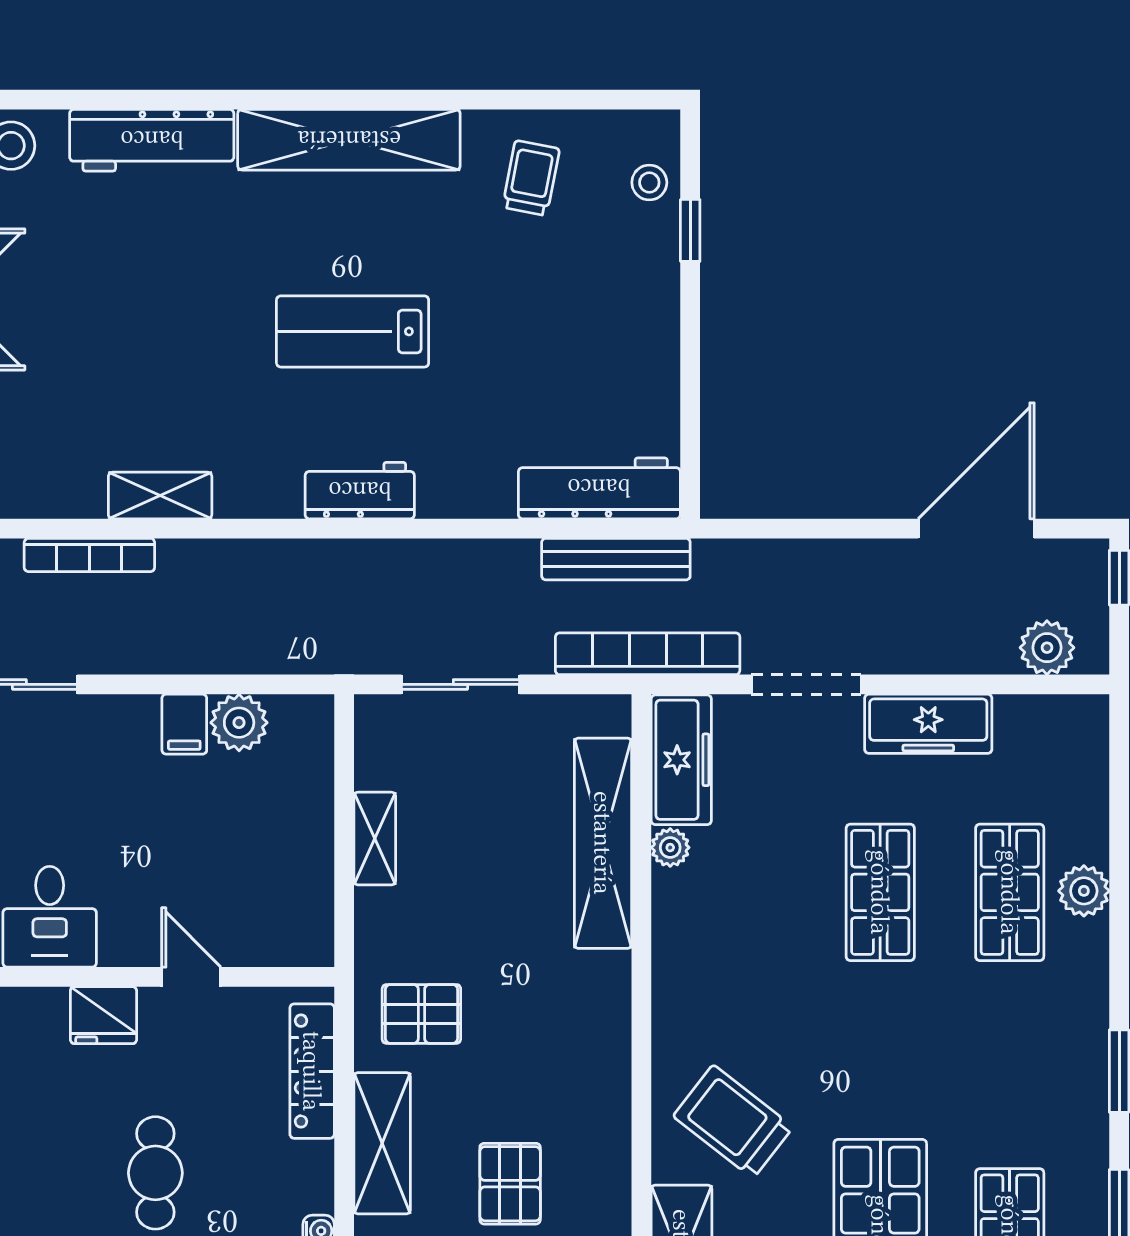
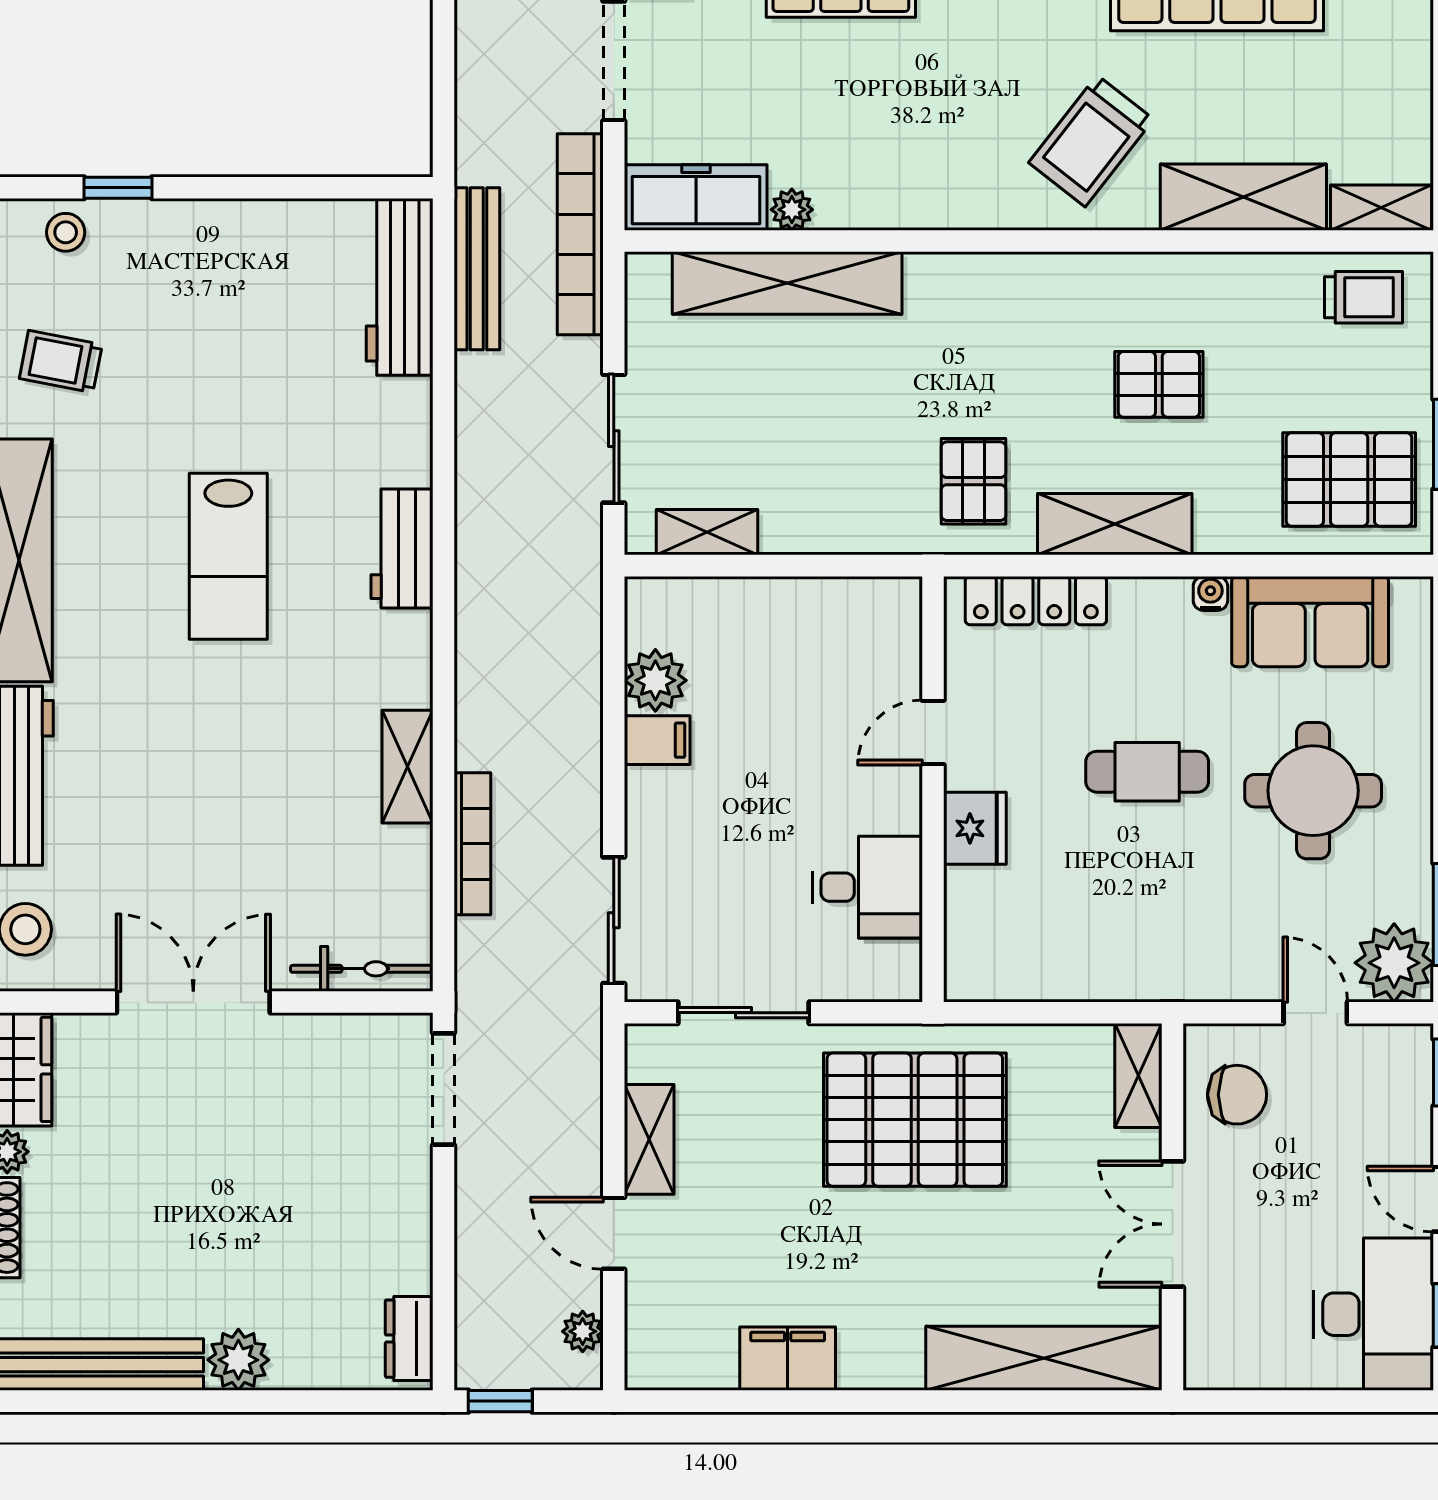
shelving: (375, 839) -> (707, 532), moved

